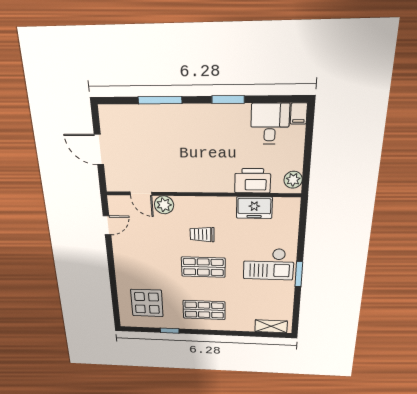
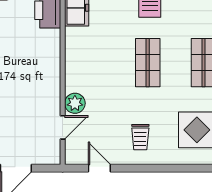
trolley: (202, 234) -> (140, 137), moved

